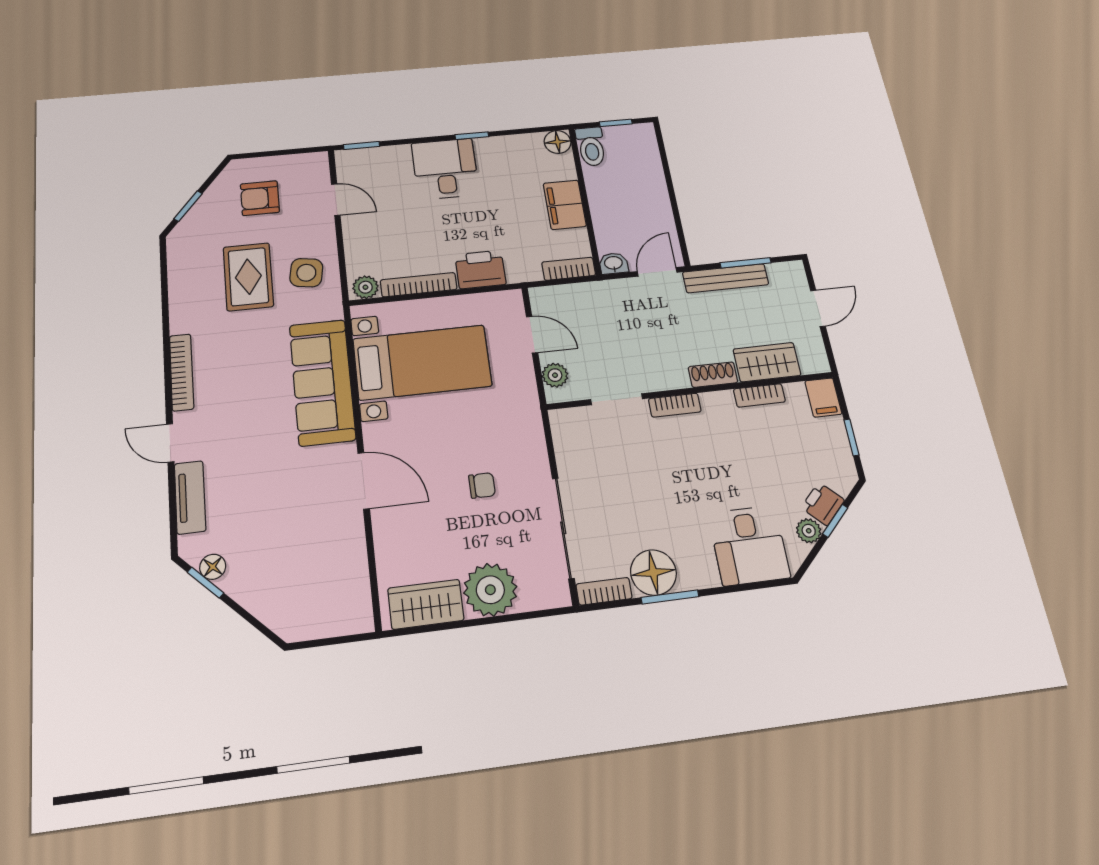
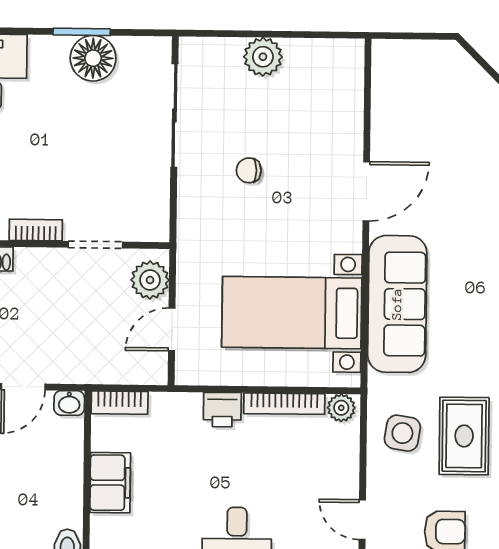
printer: (480, 270) -> (222, 410), width x0.73, depth x0.81
door: (532, 335) -> (172, 329), hinge flipped
plant: (555, 375) -> (150, 280), width x1.38, depth x1.38
door: (364, 481) -> (366, 191), swing flipped
plant: (490, 590) -> (263, 57), width x0.73, depth x0.73
bookcase: (604, 591) -> (145, 47), removed
wardrobe: (426, 604) -> (320, 58), removed

